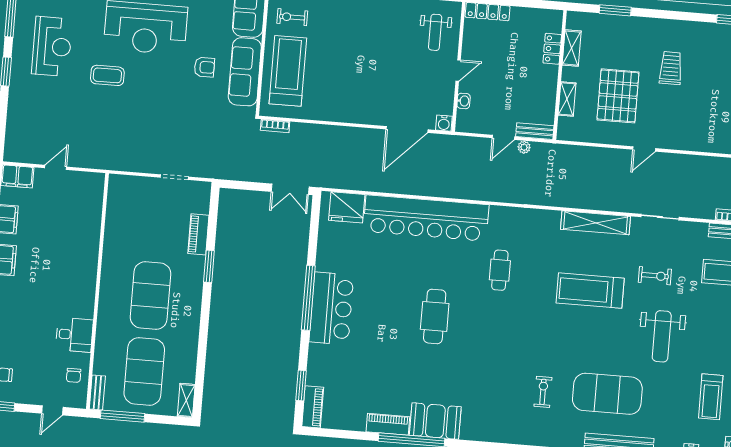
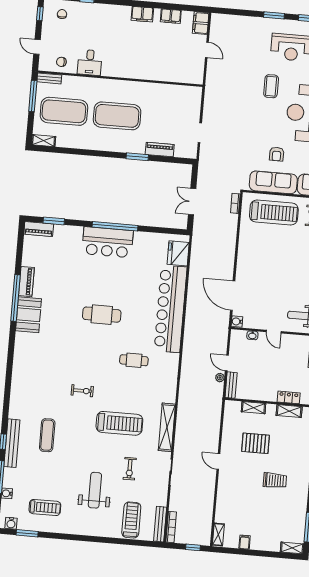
pallet: (618, 96) -> (256, 443), width x0.73, depth x0.71
double door: (290, 189) -> (192, 202), moved
treadmill: (590, 291) -> (119, 423), turned 90
weight bench: (662, 336) -> (95, 490), moved, turned 90
exercise bike: (543, 392) -> (82, 391), moved
exercise mat: (607, 394) -> (47, 435), width x0.50, depth x0.69
treadmill: (711, 397) -> (45, 507), turned 180

